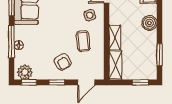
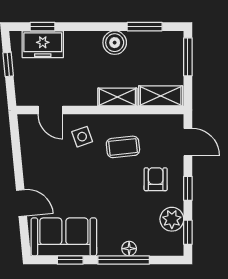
boiler: (149, 23) -> (115, 43), moved
armchair: (63, 62) -> (156, 179), turned -60
plant: (25, 72) -> (172, 219), moved
window: (140, 82) -> (188, 57), width x1.50

